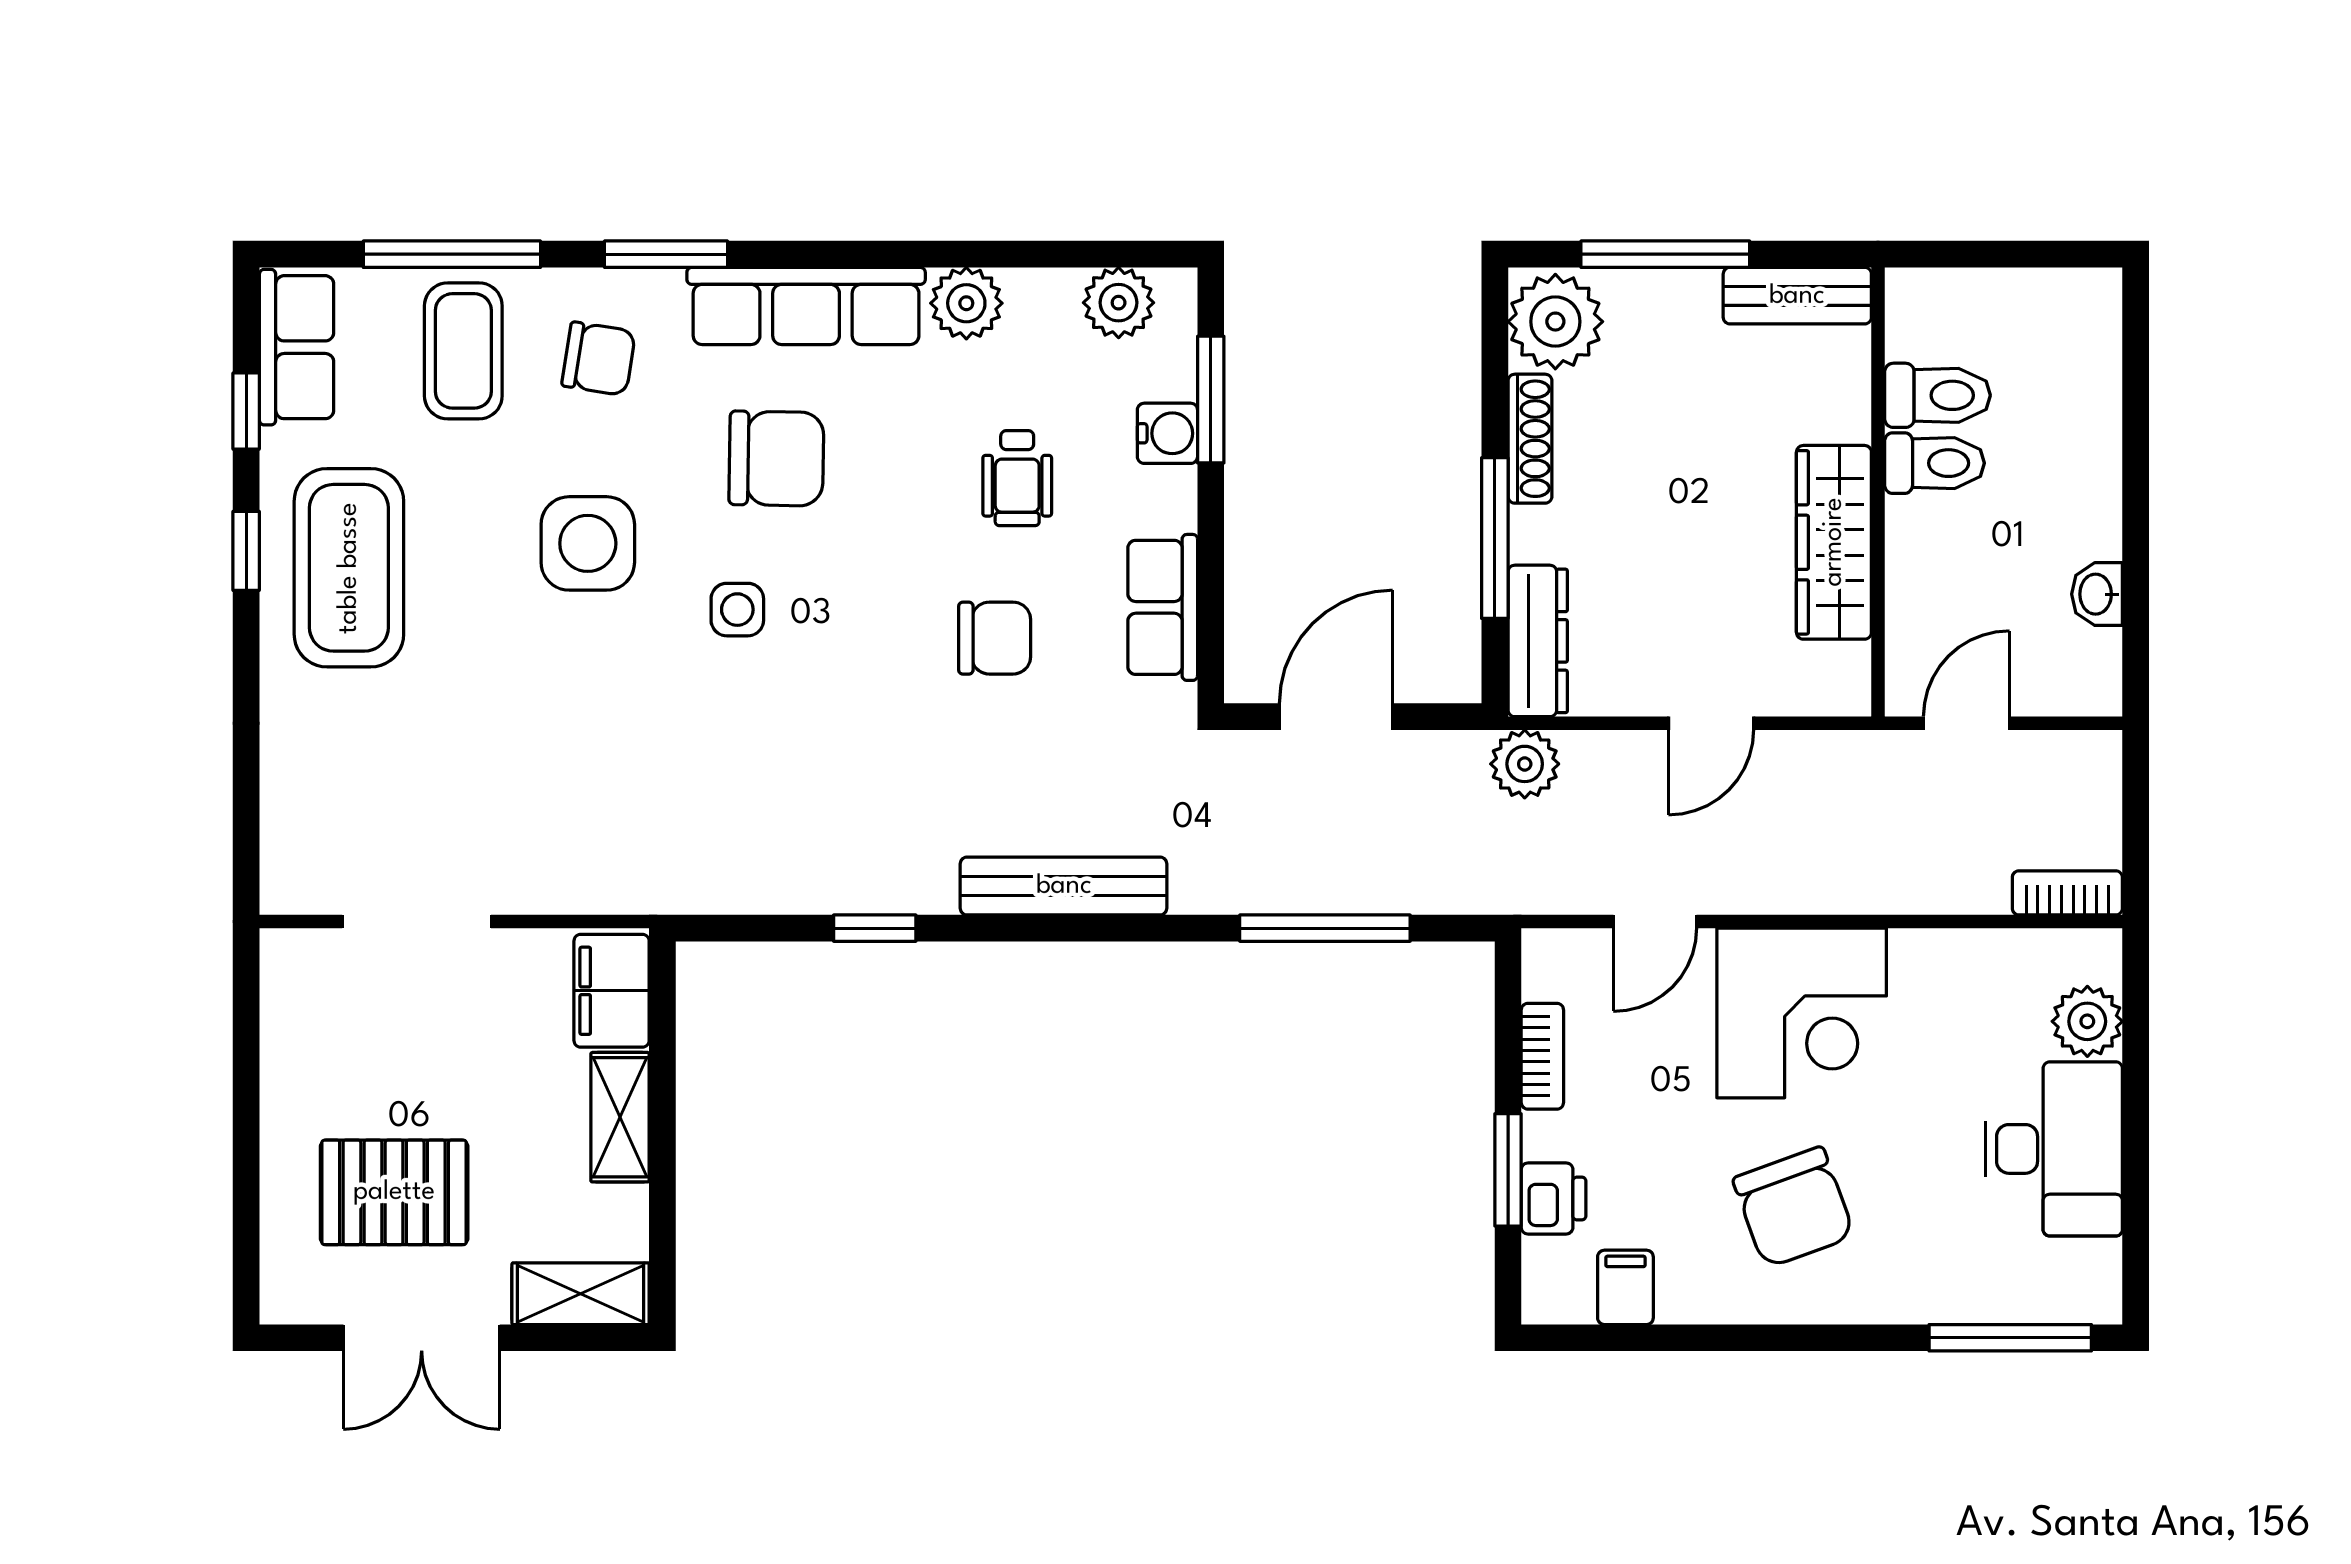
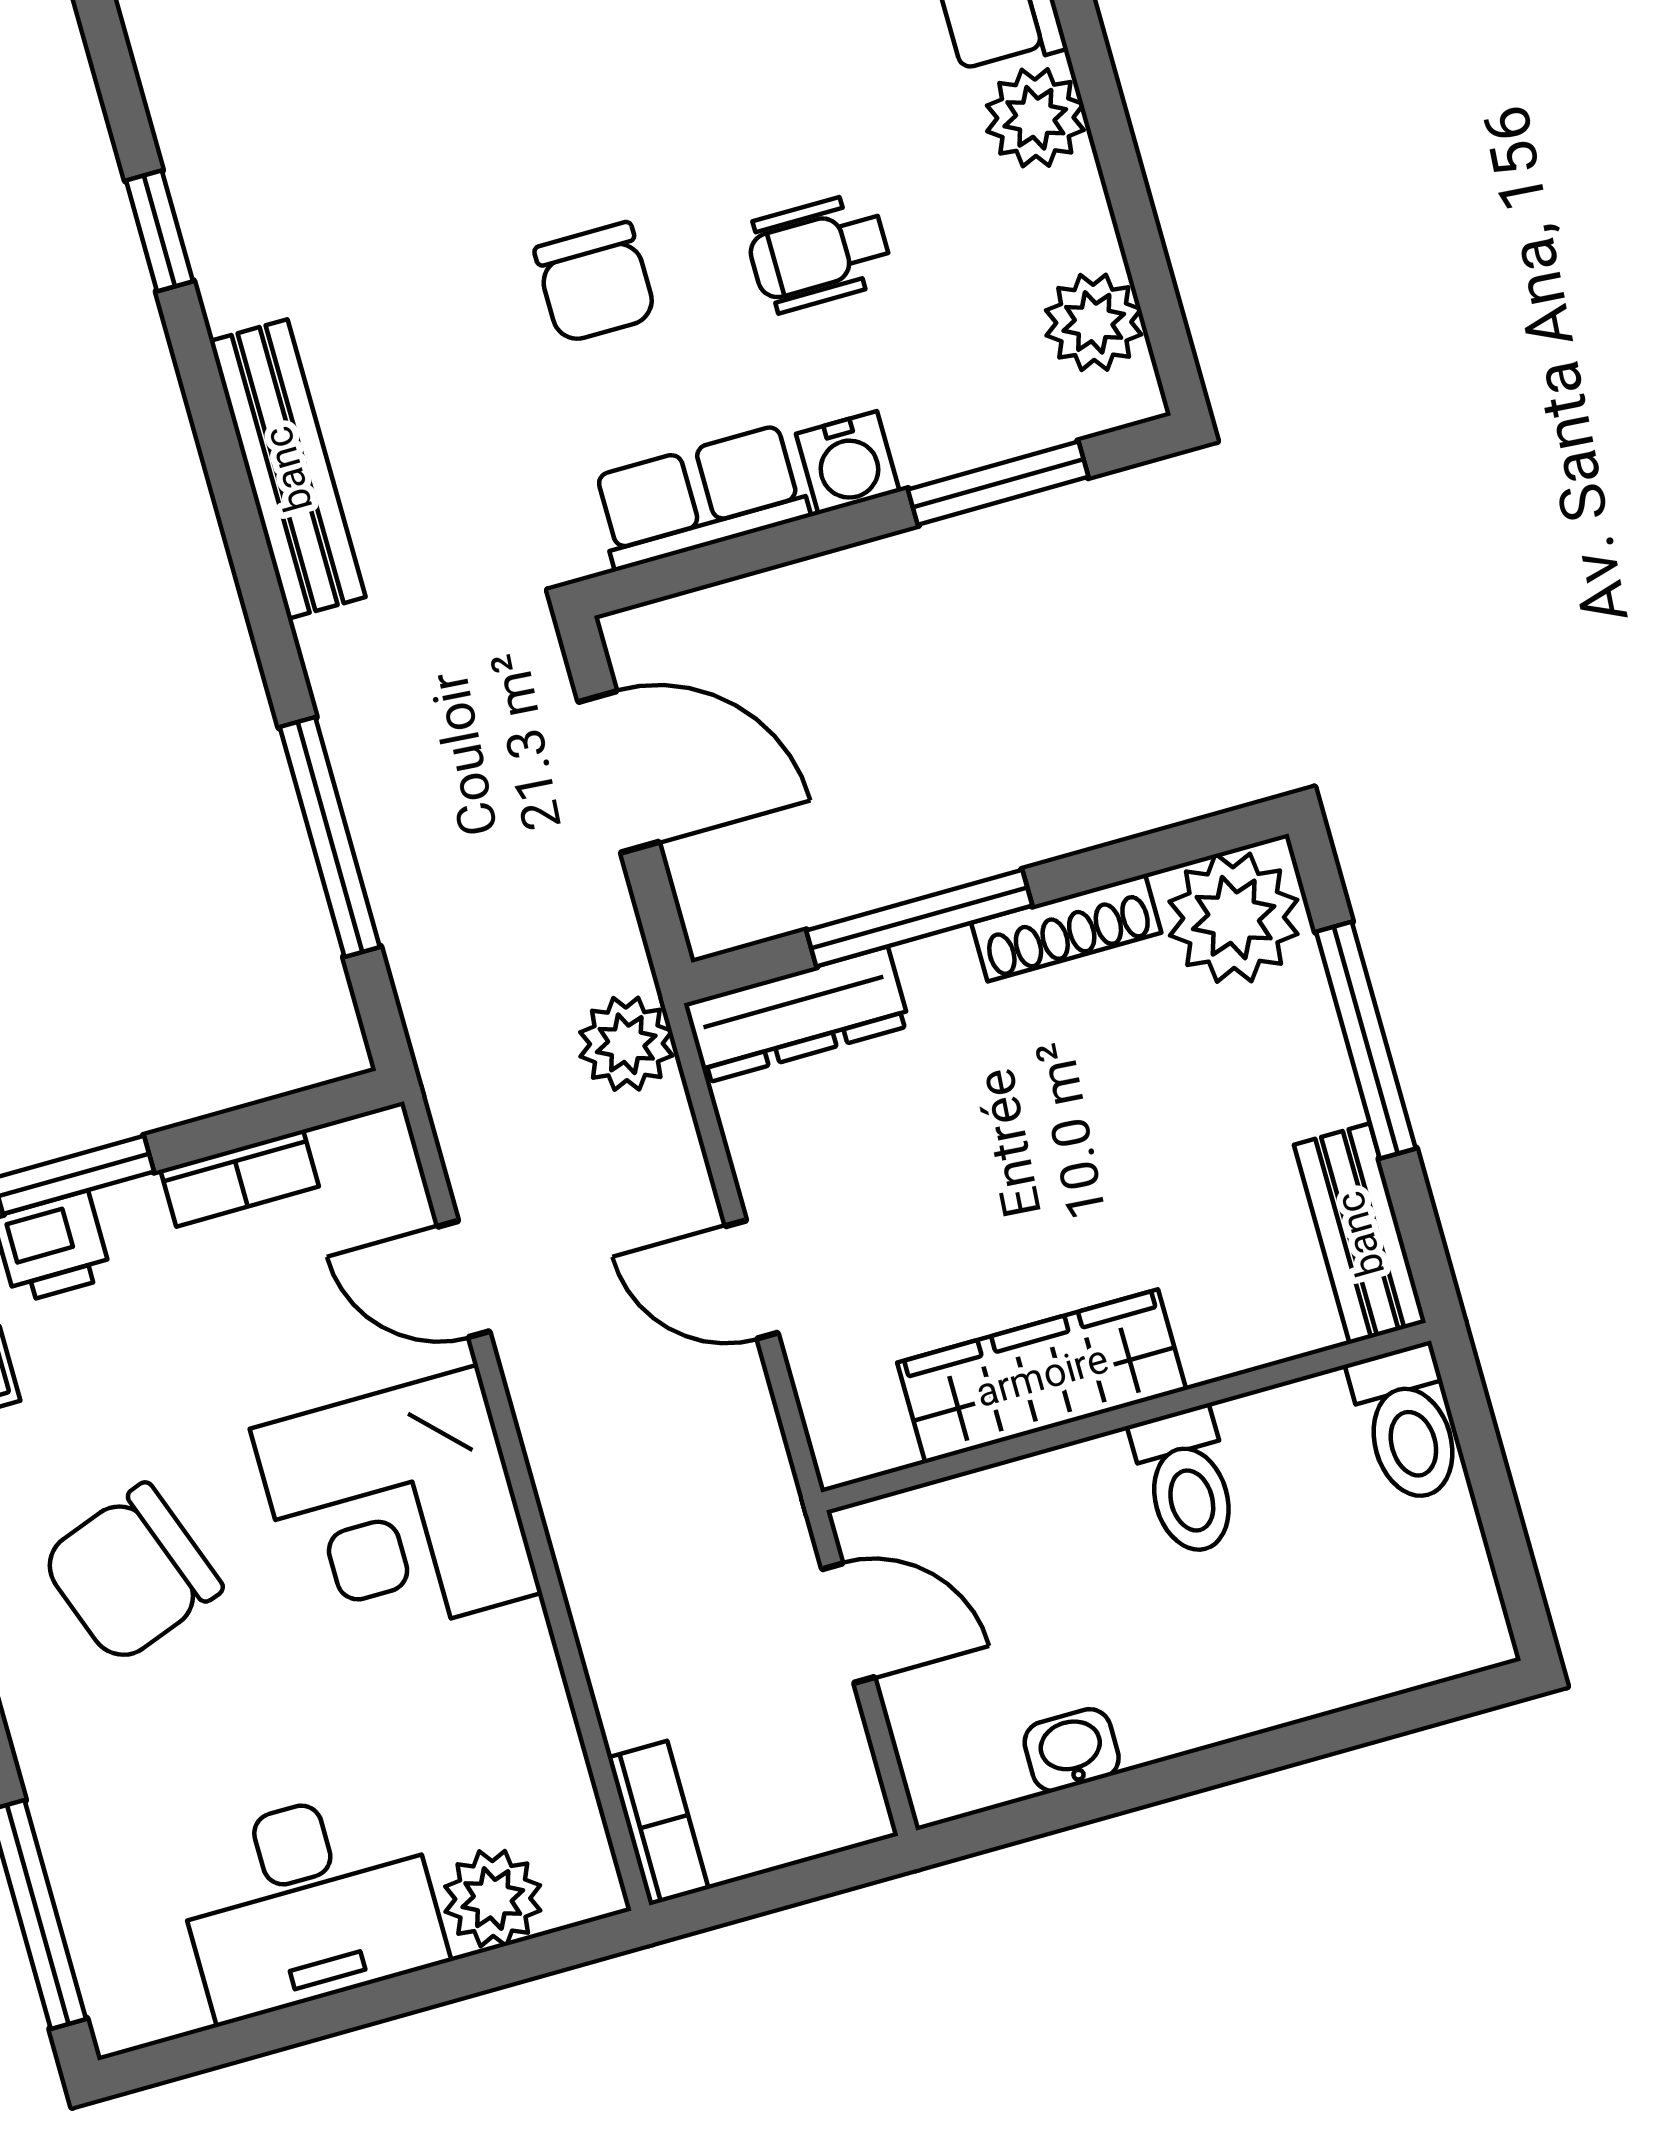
toilet: (1937, 395) -> (1408, 1424), moved
water cooler: (1167, 433) -> (848, 463), moved

